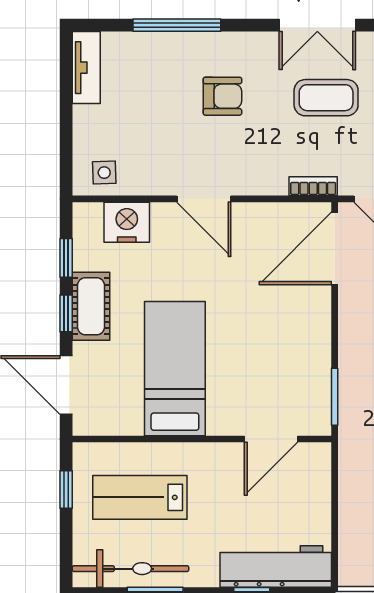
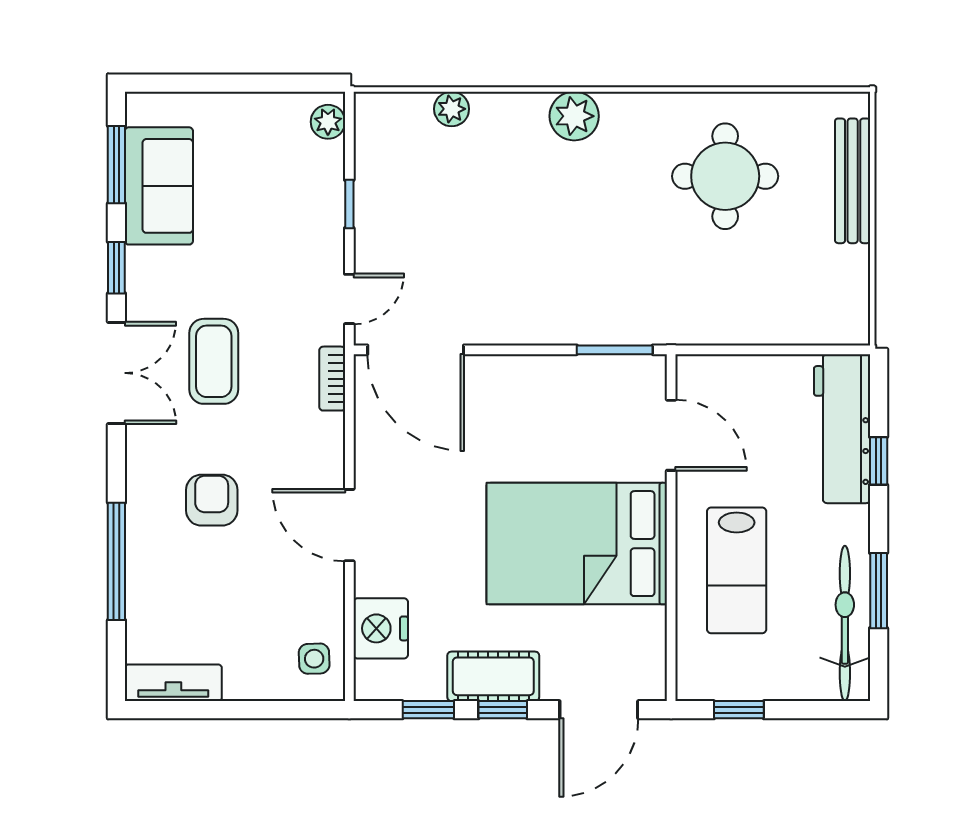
door: (204, 199) -> (349, 525), swing flipped
bed: (175, 369) -> (577, 544), width x1.50
lab bench: (140, 497) -> (737, 570), moved

